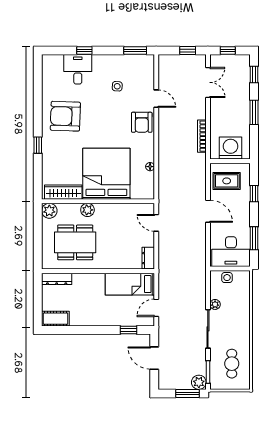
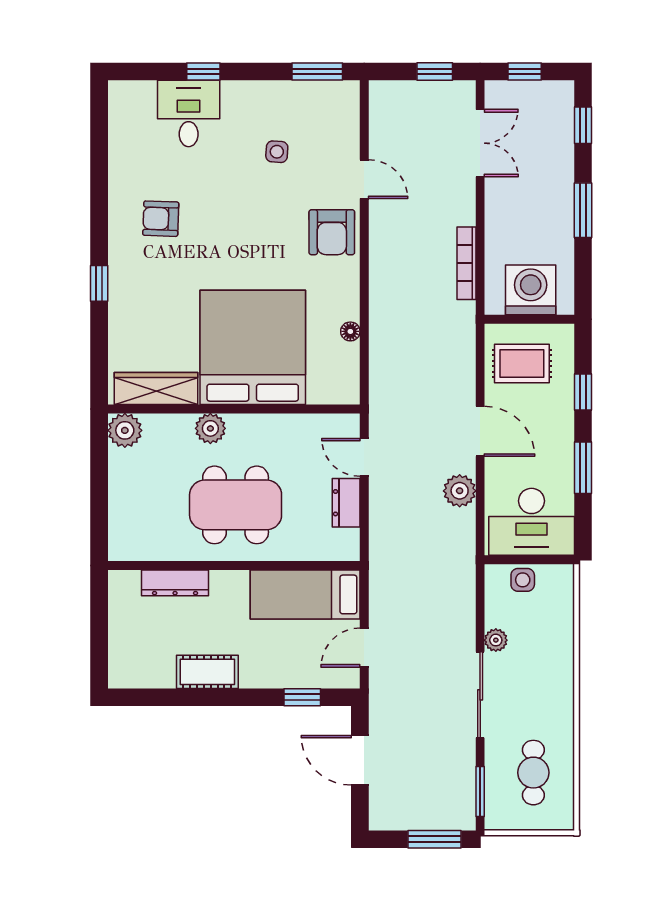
armchair: (65, 116) -> (161, 219), width x0.53, depth x0.53
window: (254, 238) -> (583, 468), moved
dining table: (75, 242) -> (236, 505), moved
dresser: (148, 258) -> (346, 503), moved
dresser: (57, 279) -> (175, 583), moved
cot: (55, 319) -> (207, 672), moved
plant: (199, 382) -> (460, 491), moved

